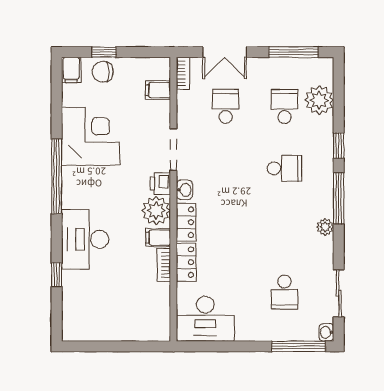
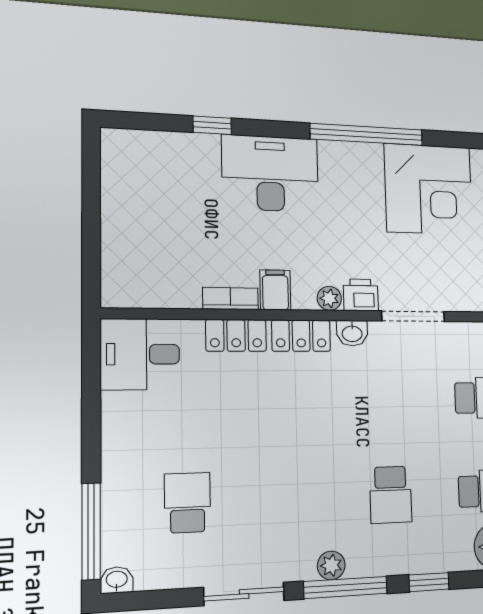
plant: (156, 211) -> (329, 298), width x0.53, depth x0.53
plant: (325, 227) -> (331, 565), moved
school desk: (285, 292) -> (187, 503), turned 90
sliding door: (339, 293) -> (244, 594), moved
desk: (205, 319) -> (140, 354), width x0.73

